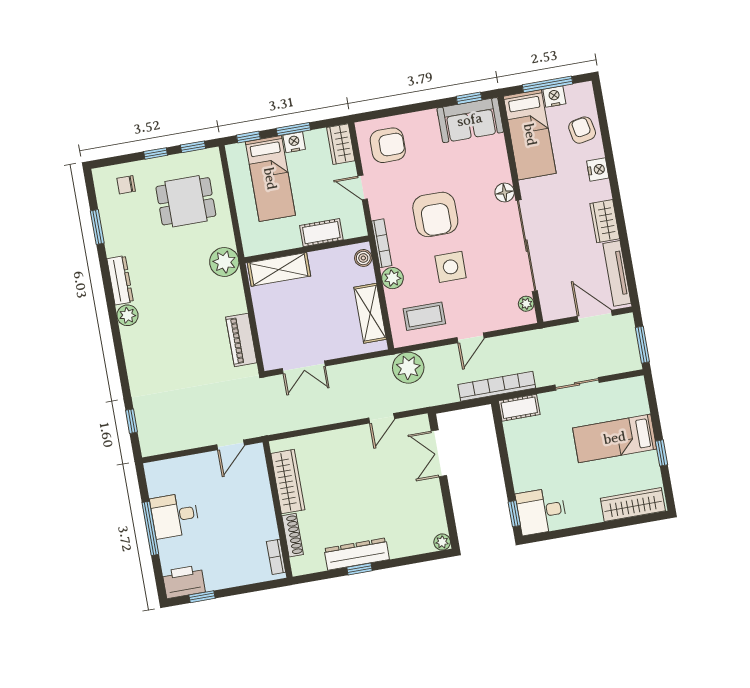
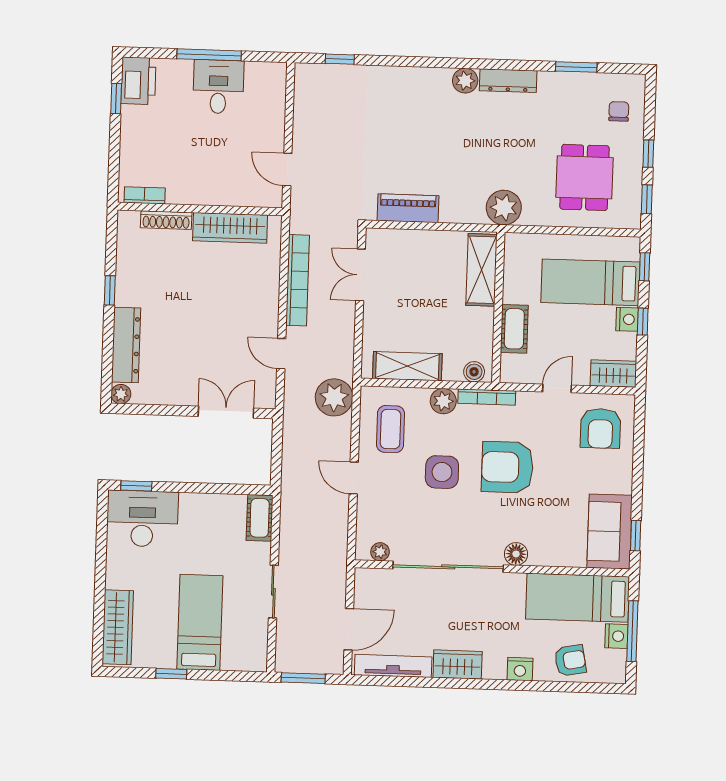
window: (293, 129) -> (643, 322), width x0.67
bookcase: (497, 386) -> (298, 280), moved
desk: (541, 511) -> (142, 519), width x1.37
dresser: (357, 554) -> (126, 345), moved

